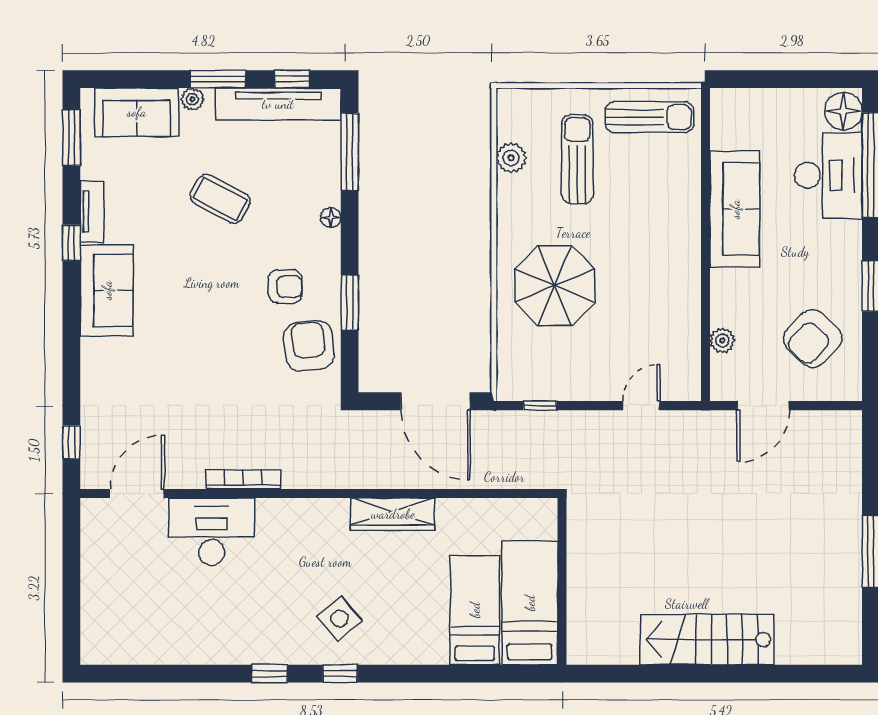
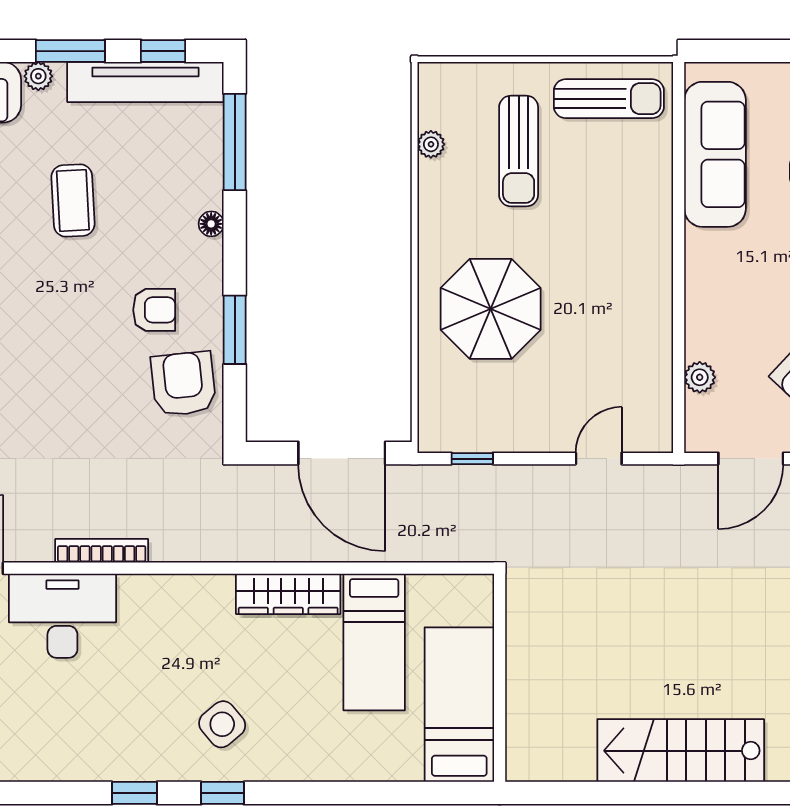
plant: (511, 158) -> (431, 144), width x0.73, depth x0.73
sun lounger: (577, 159) -> (519, 151), turned 180
coffee table: (220, 199) -> (73, 200), turned 59
sofa: (735, 209) -> (715, 154), moved
bed: (475, 610) -> (374, 642), moved, turned 180

